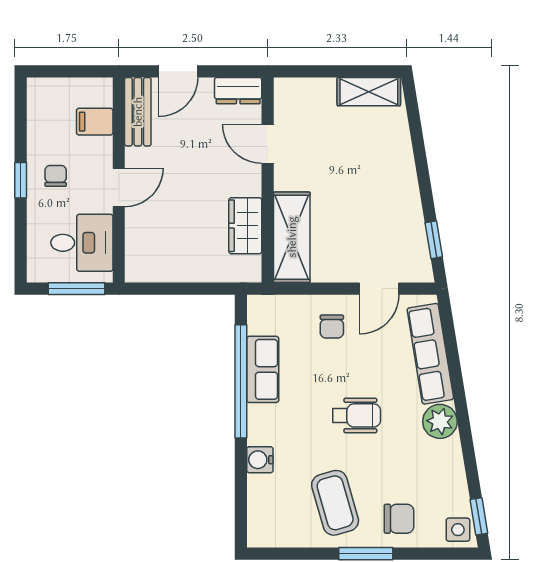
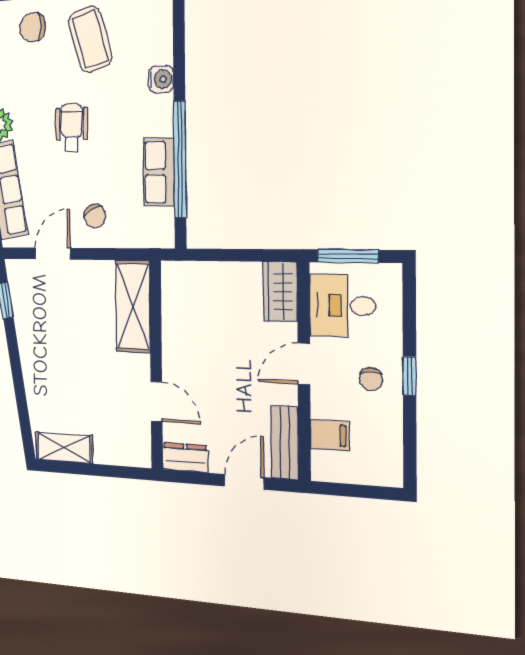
wardrobe: (245, 226) -> (280, 292), moved, turned 180
chair: (332, 327) -> (95, 216), turned 153
wheelchair: (357, 415) -> (72, 128), turned 90

